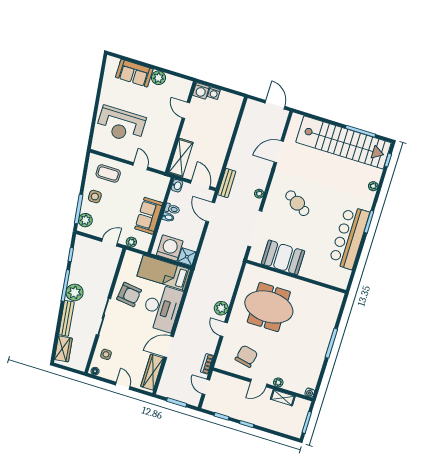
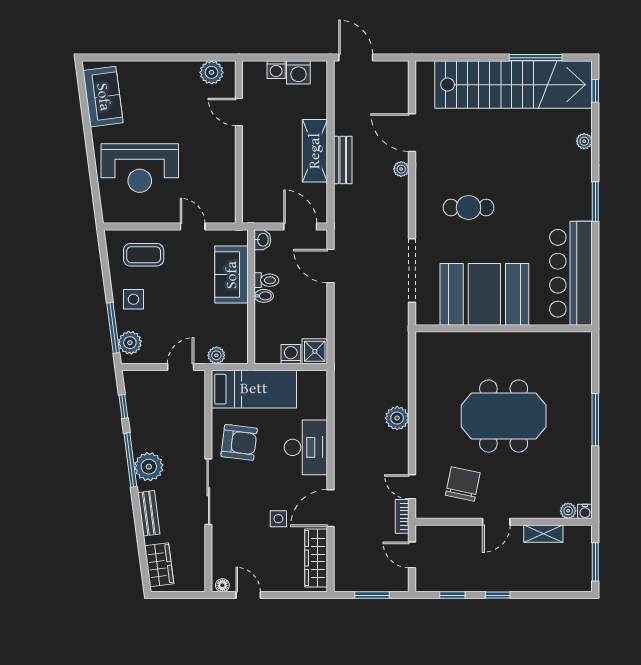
sofa: (134, 73) -> (103, 97), moved, turned -97
plant: (159, 78) -> (212, 72), moved
washing machine: (201, 91) -> (298, 72), moved
door: (275, 105) -> (356, 58), moved
door: (279, 152) -> (412, 133), hinge flipped
shelving: (181, 158) -> (315, 151), moved
bench: (227, 183) -> (343, 160), moved
plant: (259, 194) -> (401, 169), moved
cafe table: (297, 203) -> (469, 208), turned -32
sofa: (149, 216) -> (232, 275), moved
bar counter: (349, 237) -> (571, 273), moved
washing machine: (170, 248) -> (291, 354), width x0.53, depth x0.53
booth: (283, 257) -> (484, 294), width x1.36, depth x1.42
bed: (164, 273) -> (254, 389), moved, turned 180
meeting table: (269, 307) -> (504, 416), moved
desk: (162, 308) -> (306, 447), width x0.73, depth x0.77
bench: (66, 318) -> (149, 513), width x0.73
door: (224, 329) -> (412, 487), moved
side table: (106, 354) -> (278, 519), moved
plant: (278, 382) -> (568, 511), moved
door: (123, 386) -> (248, 595), moved

